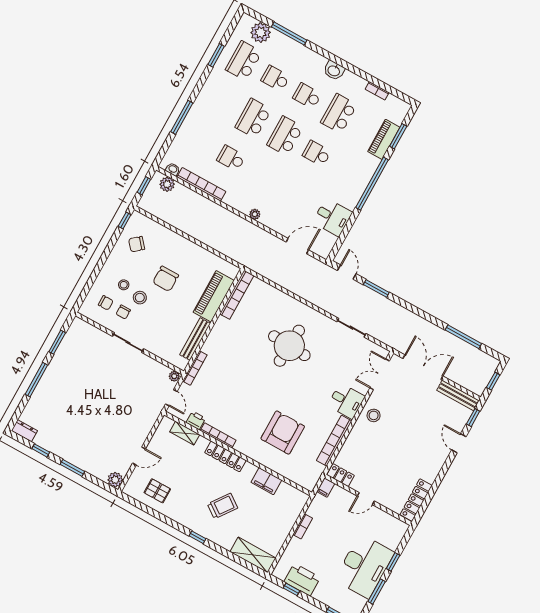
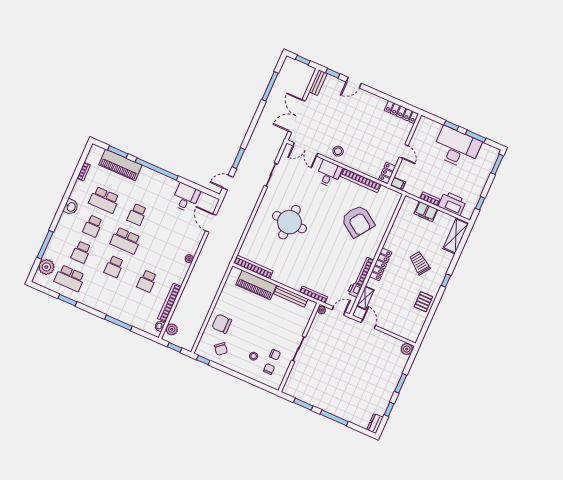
school desk: (253, 118) -> (114, 267), width x0.54
piano: (384, 139) -> (120, 165), width x1.37, depth x1.33
chair: (166, 279) -> (222, 324), moved, turned 180
stool: (140, 298) -> (262, 343), removed
bench: (458, 395) -> (318, 83), width x0.73
armchair: (283, 433) -> (358, 221), turned -145
door: (139, 456) -> (368, 324), moved
filing cabinet: (266, 481) -> (426, 212), moved, turned 90
pallet: (157, 491) -> (423, 302), moved
printer: (302, 580) -> (452, 203), moved, turned 90

